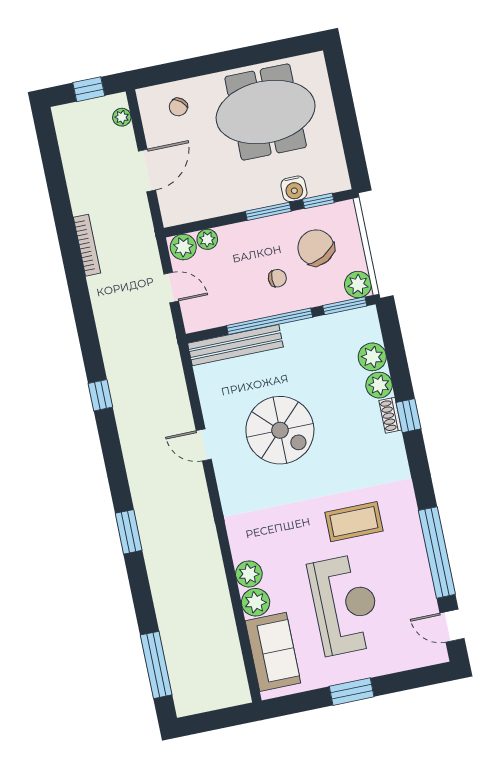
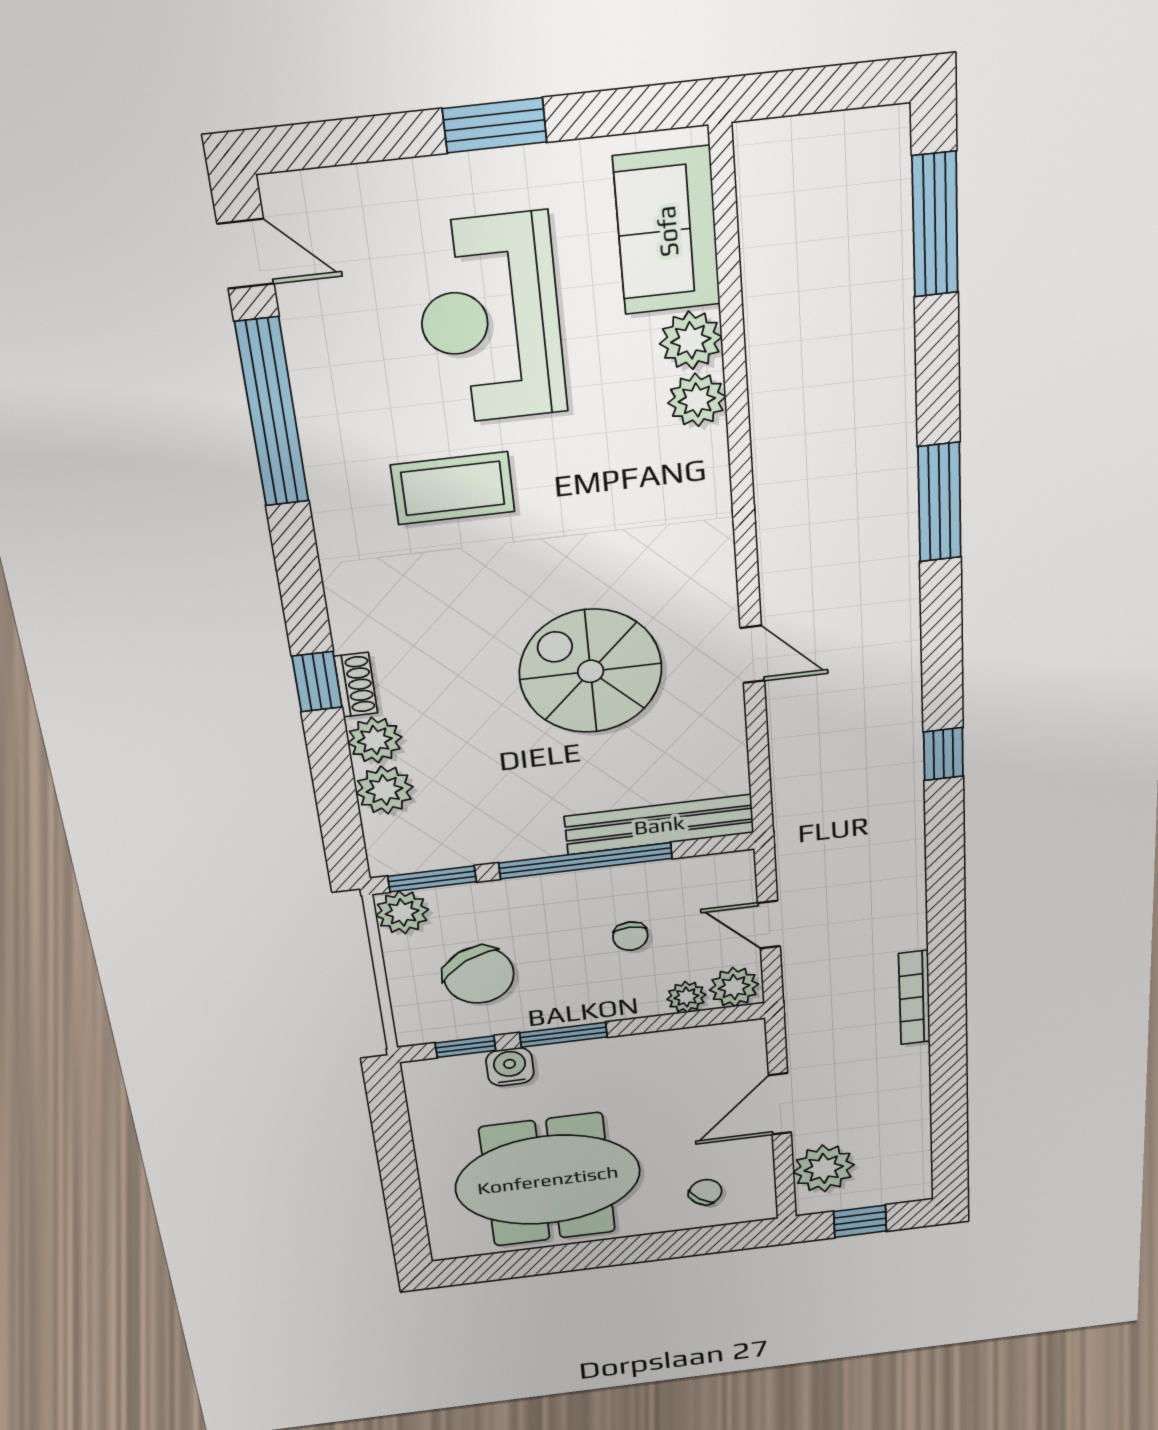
plant: (122, 117) -> (824, 1168), width x1.88, depth x1.88
chair: (277, 278) -> (630, 936), moved, turned -90
window: (129, 532) -> (939, 502), width x1.44

